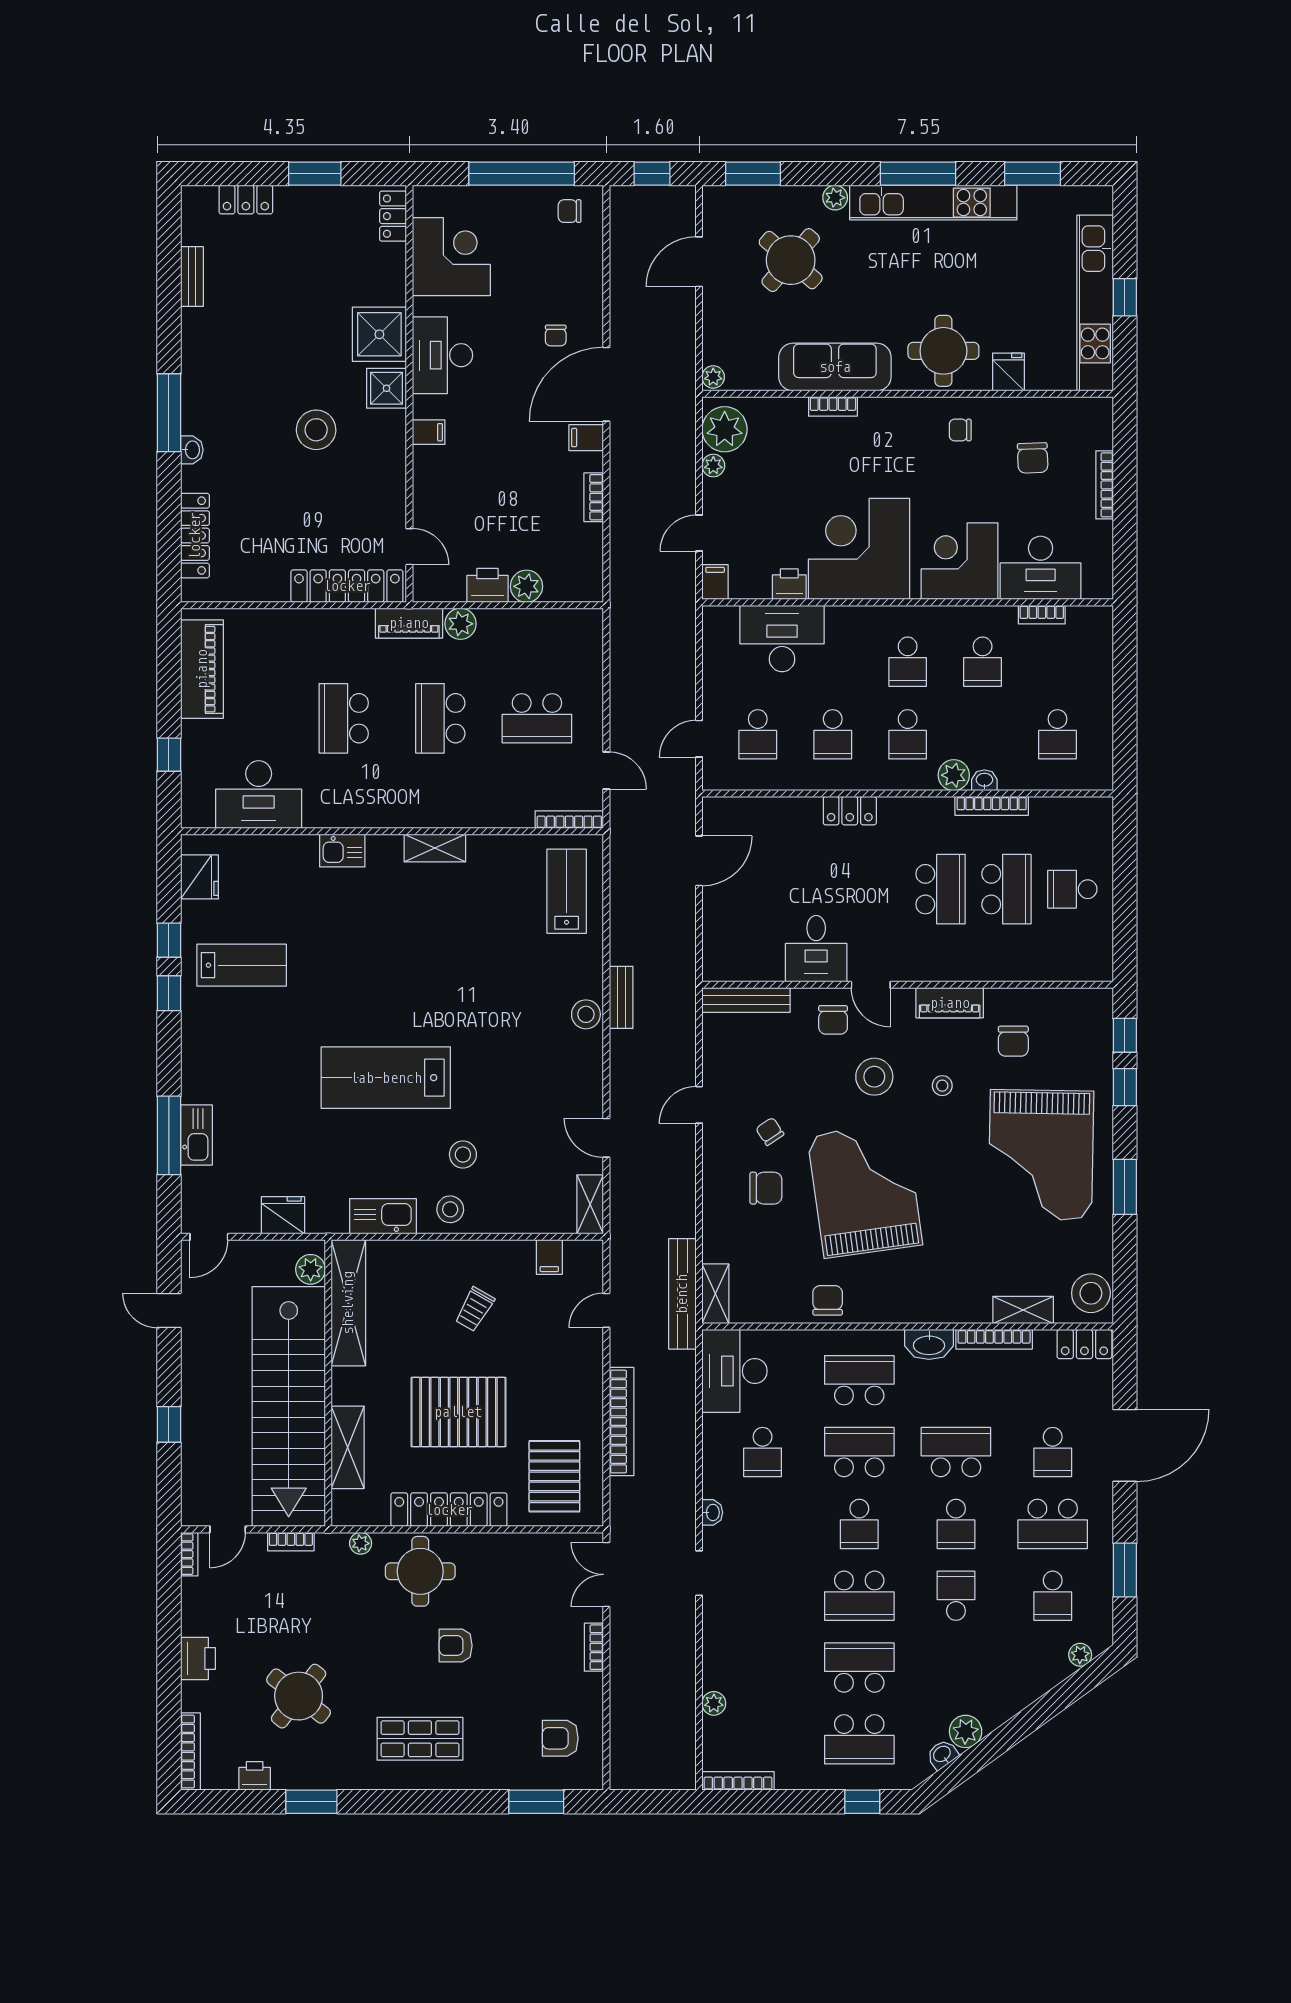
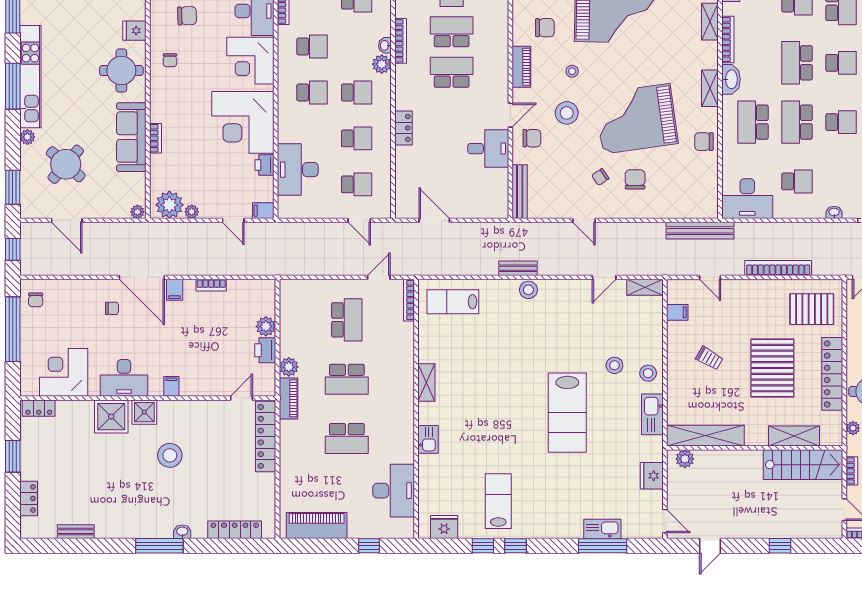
shelving: (715, 1294) -> (710, 88), moved, turned 90
stairs: (289, 1406) -> (803, 465), width x0.54, depth x0.66

